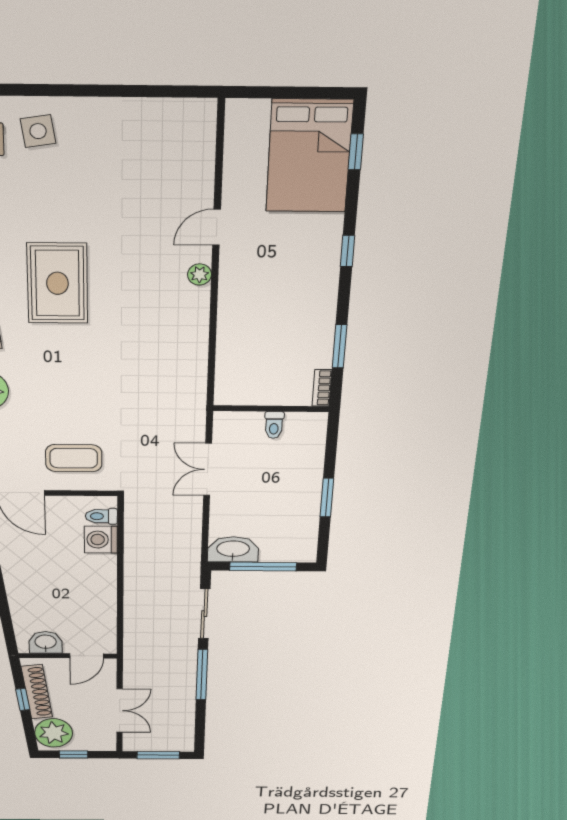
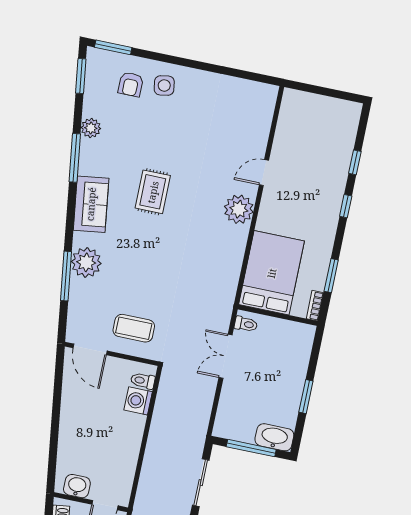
window: (356, 152) -> (355, 162), moved
bed: (309, 156) -> (272, 273), moved, turned 180
plant: (200, 275) -> (239, 209), width x1.87, depth x1.87
rug: (57, 283) -> (153, 192), width x0.73, depth x0.70
toilet: (274, 425) -> (246, 324), moved, turned -90
washbasin: (233, 549) -> (274, 437), moved

